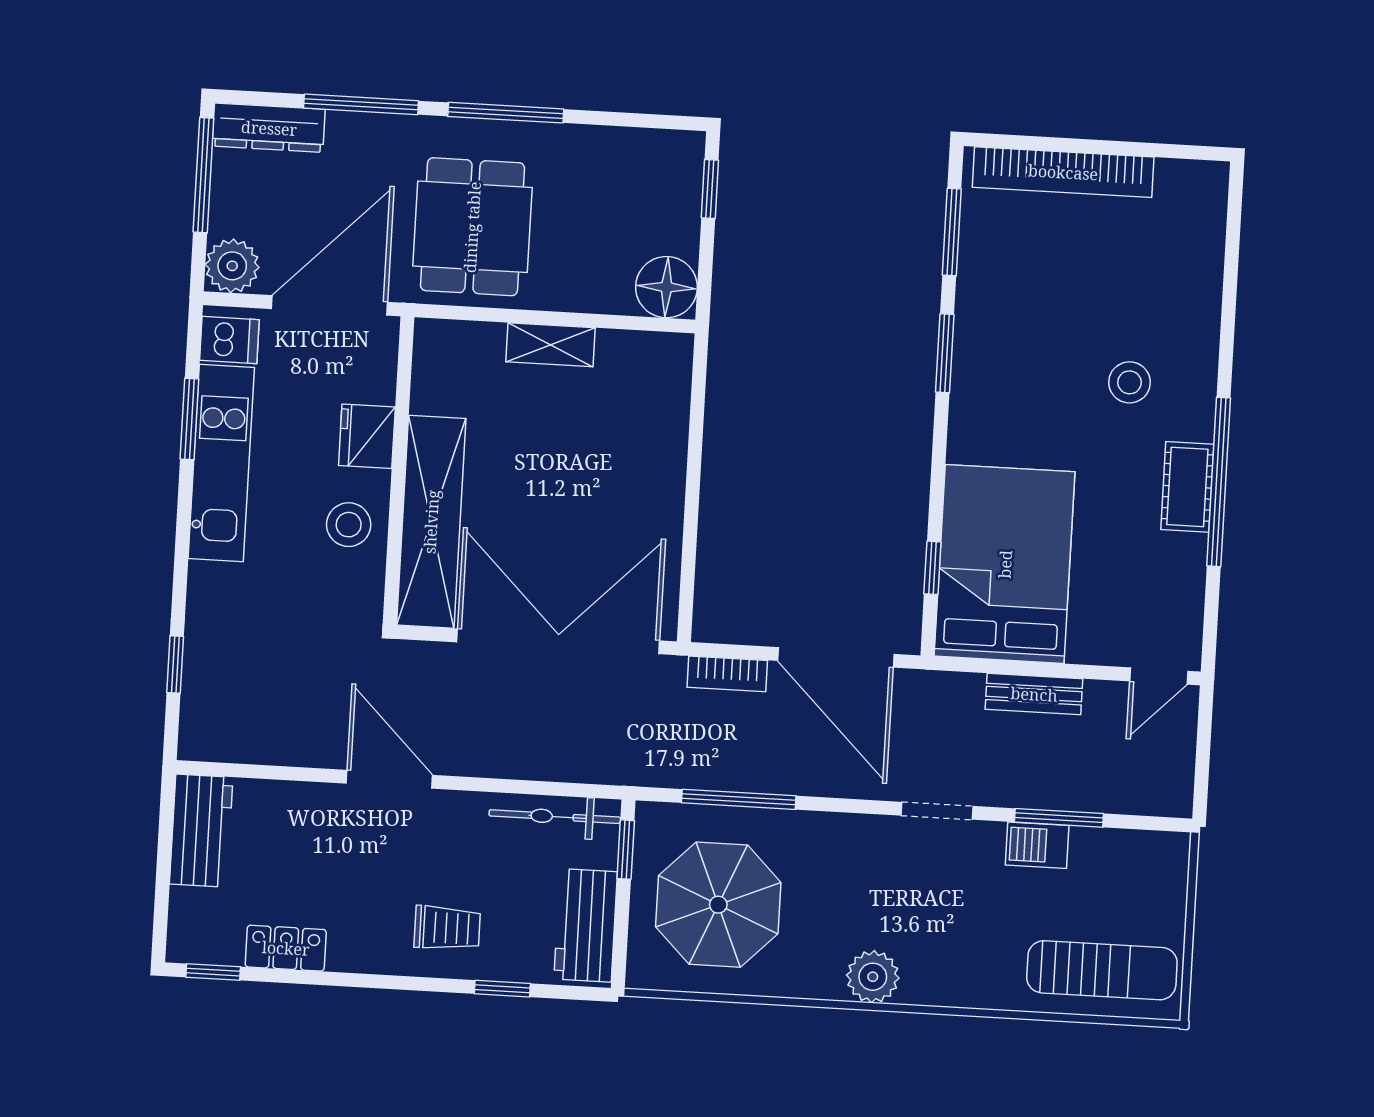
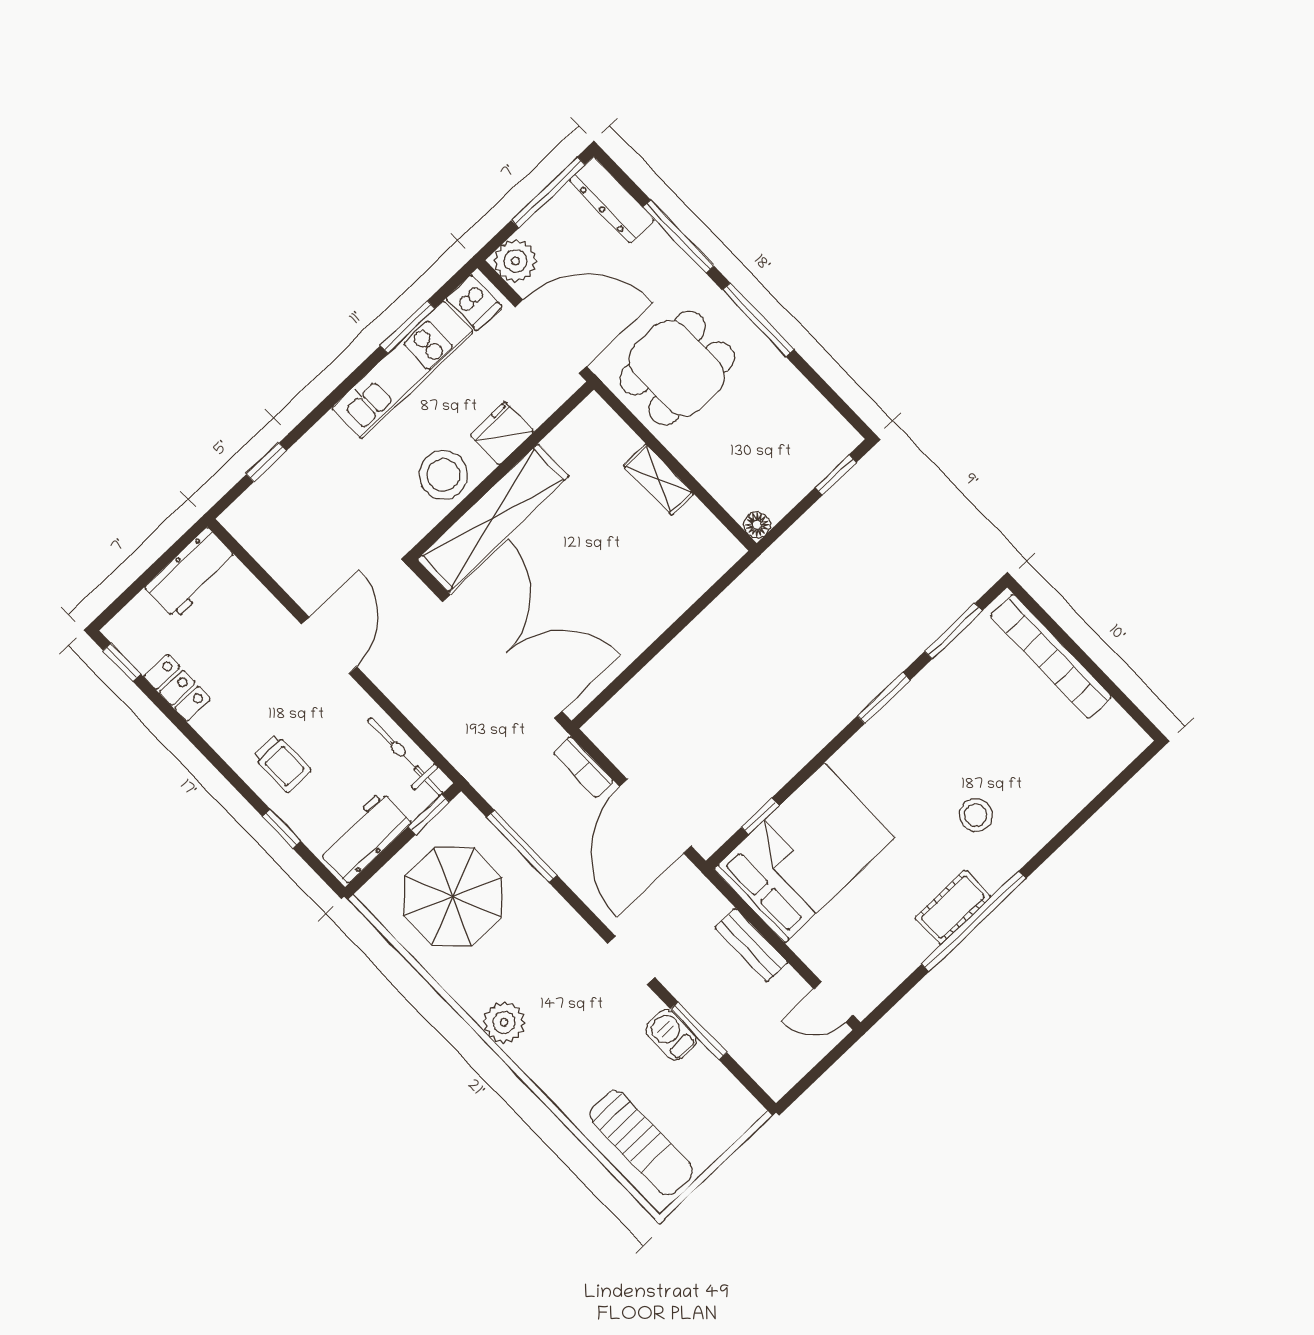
floor lamp: (666, 287) -> (757, 525), width x0.53, depth x0.53
stool: (349, 525) -> (443, 475), width x1.38, depth x1.38

